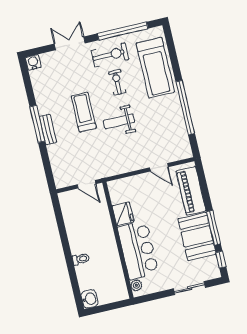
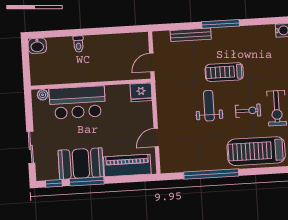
treadmill: (84, 112) -> (224, 72), turned 180
bench: (48, 129) -> (191, 35), moved, width x1.36
fridge: (123, 214) -> (141, 92), moved

